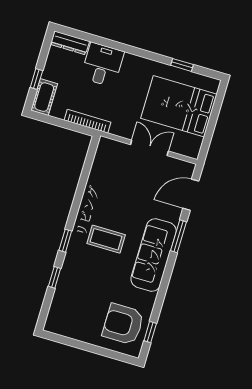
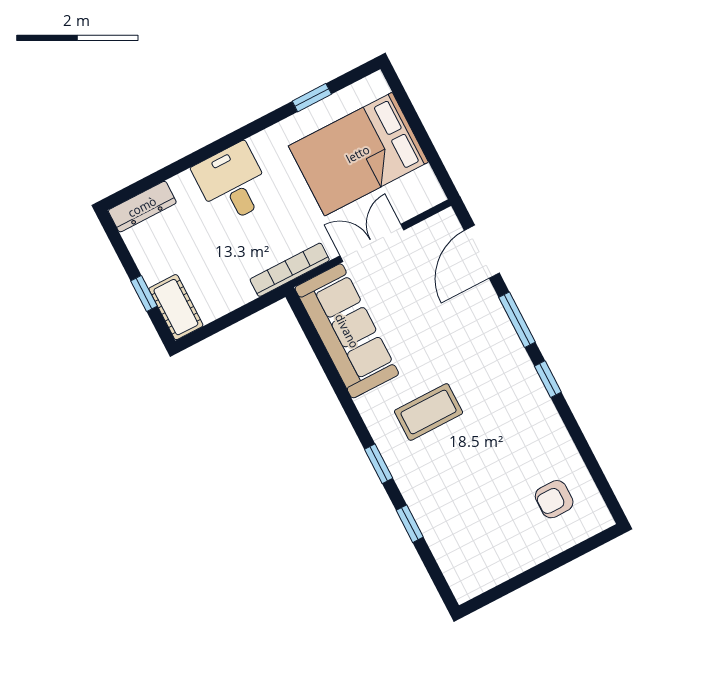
desk: (102, 65) -> (233, 183), moved
bookcase: (87, 121) -> (290, 270), moved
sofa: (154, 255) -> (347, 331), moved, turned 180
armchair: (123, 324) -> (554, 499), width x0.53, depth x0.53
window: (150, 332) -> (548, 379), moved

